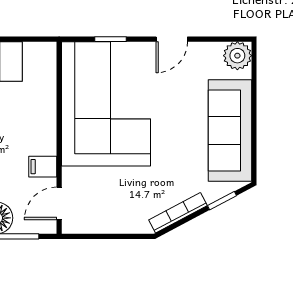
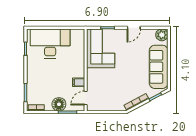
corner sofa: (106, 104) -> (101, 48), width x0.73, depth x0.74

